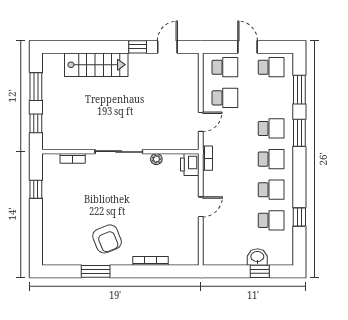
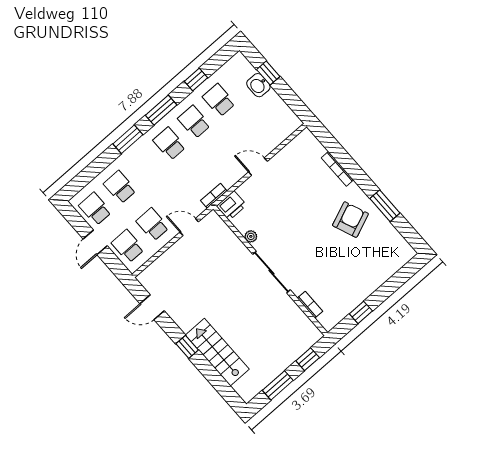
window: (138, 47) -> (187, 347), moved
window: (299, 90) -> (161, 110), moved
school desk: (271, 128) -> (120, 187), moved

